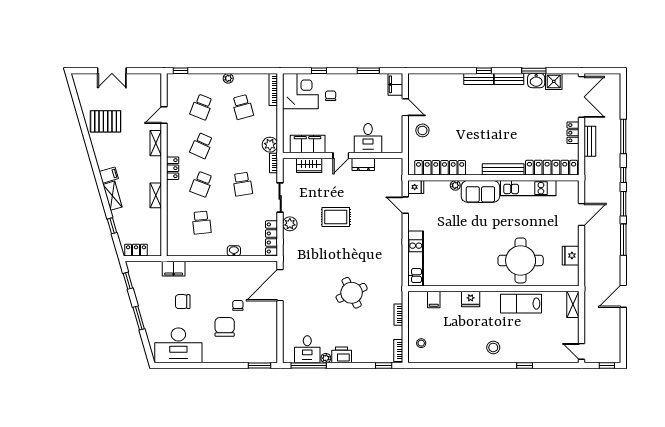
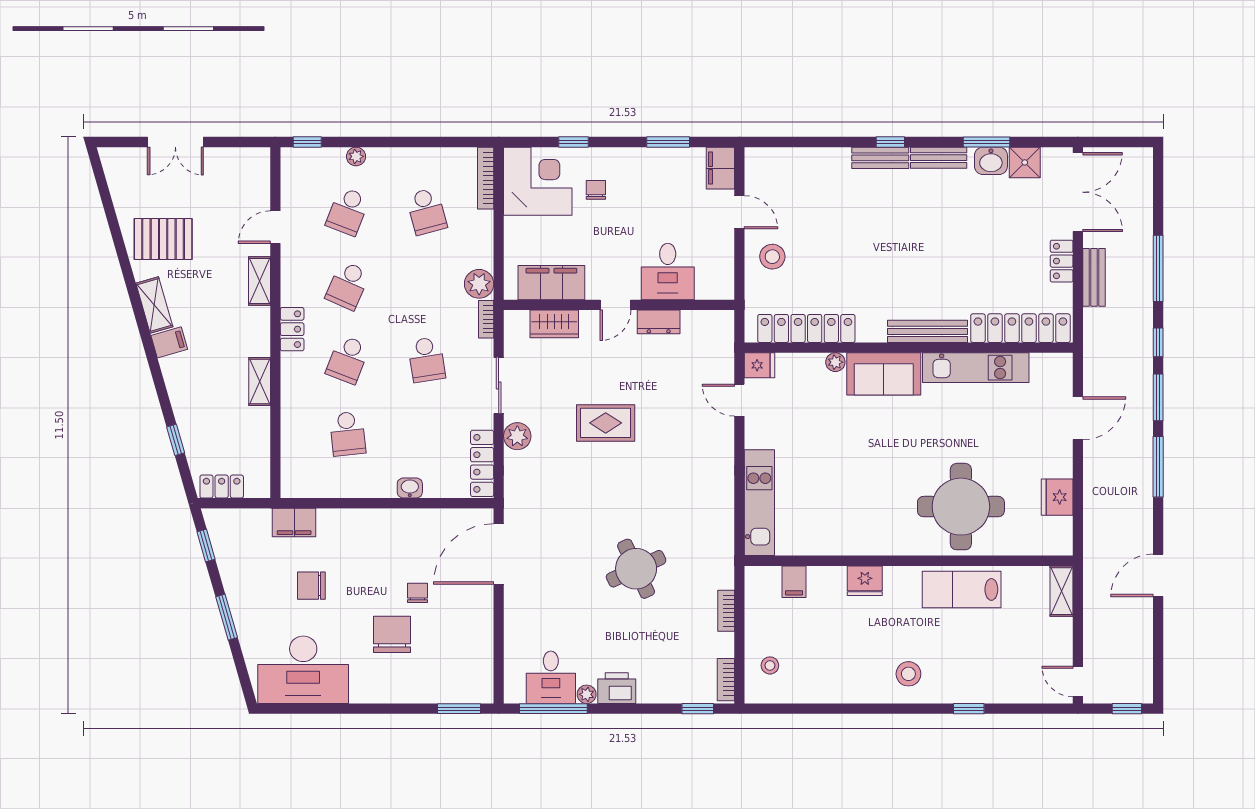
plant: (228, 78) -> (356, 156), moved
shelving: (112, 196) -> (154, 305), moved

